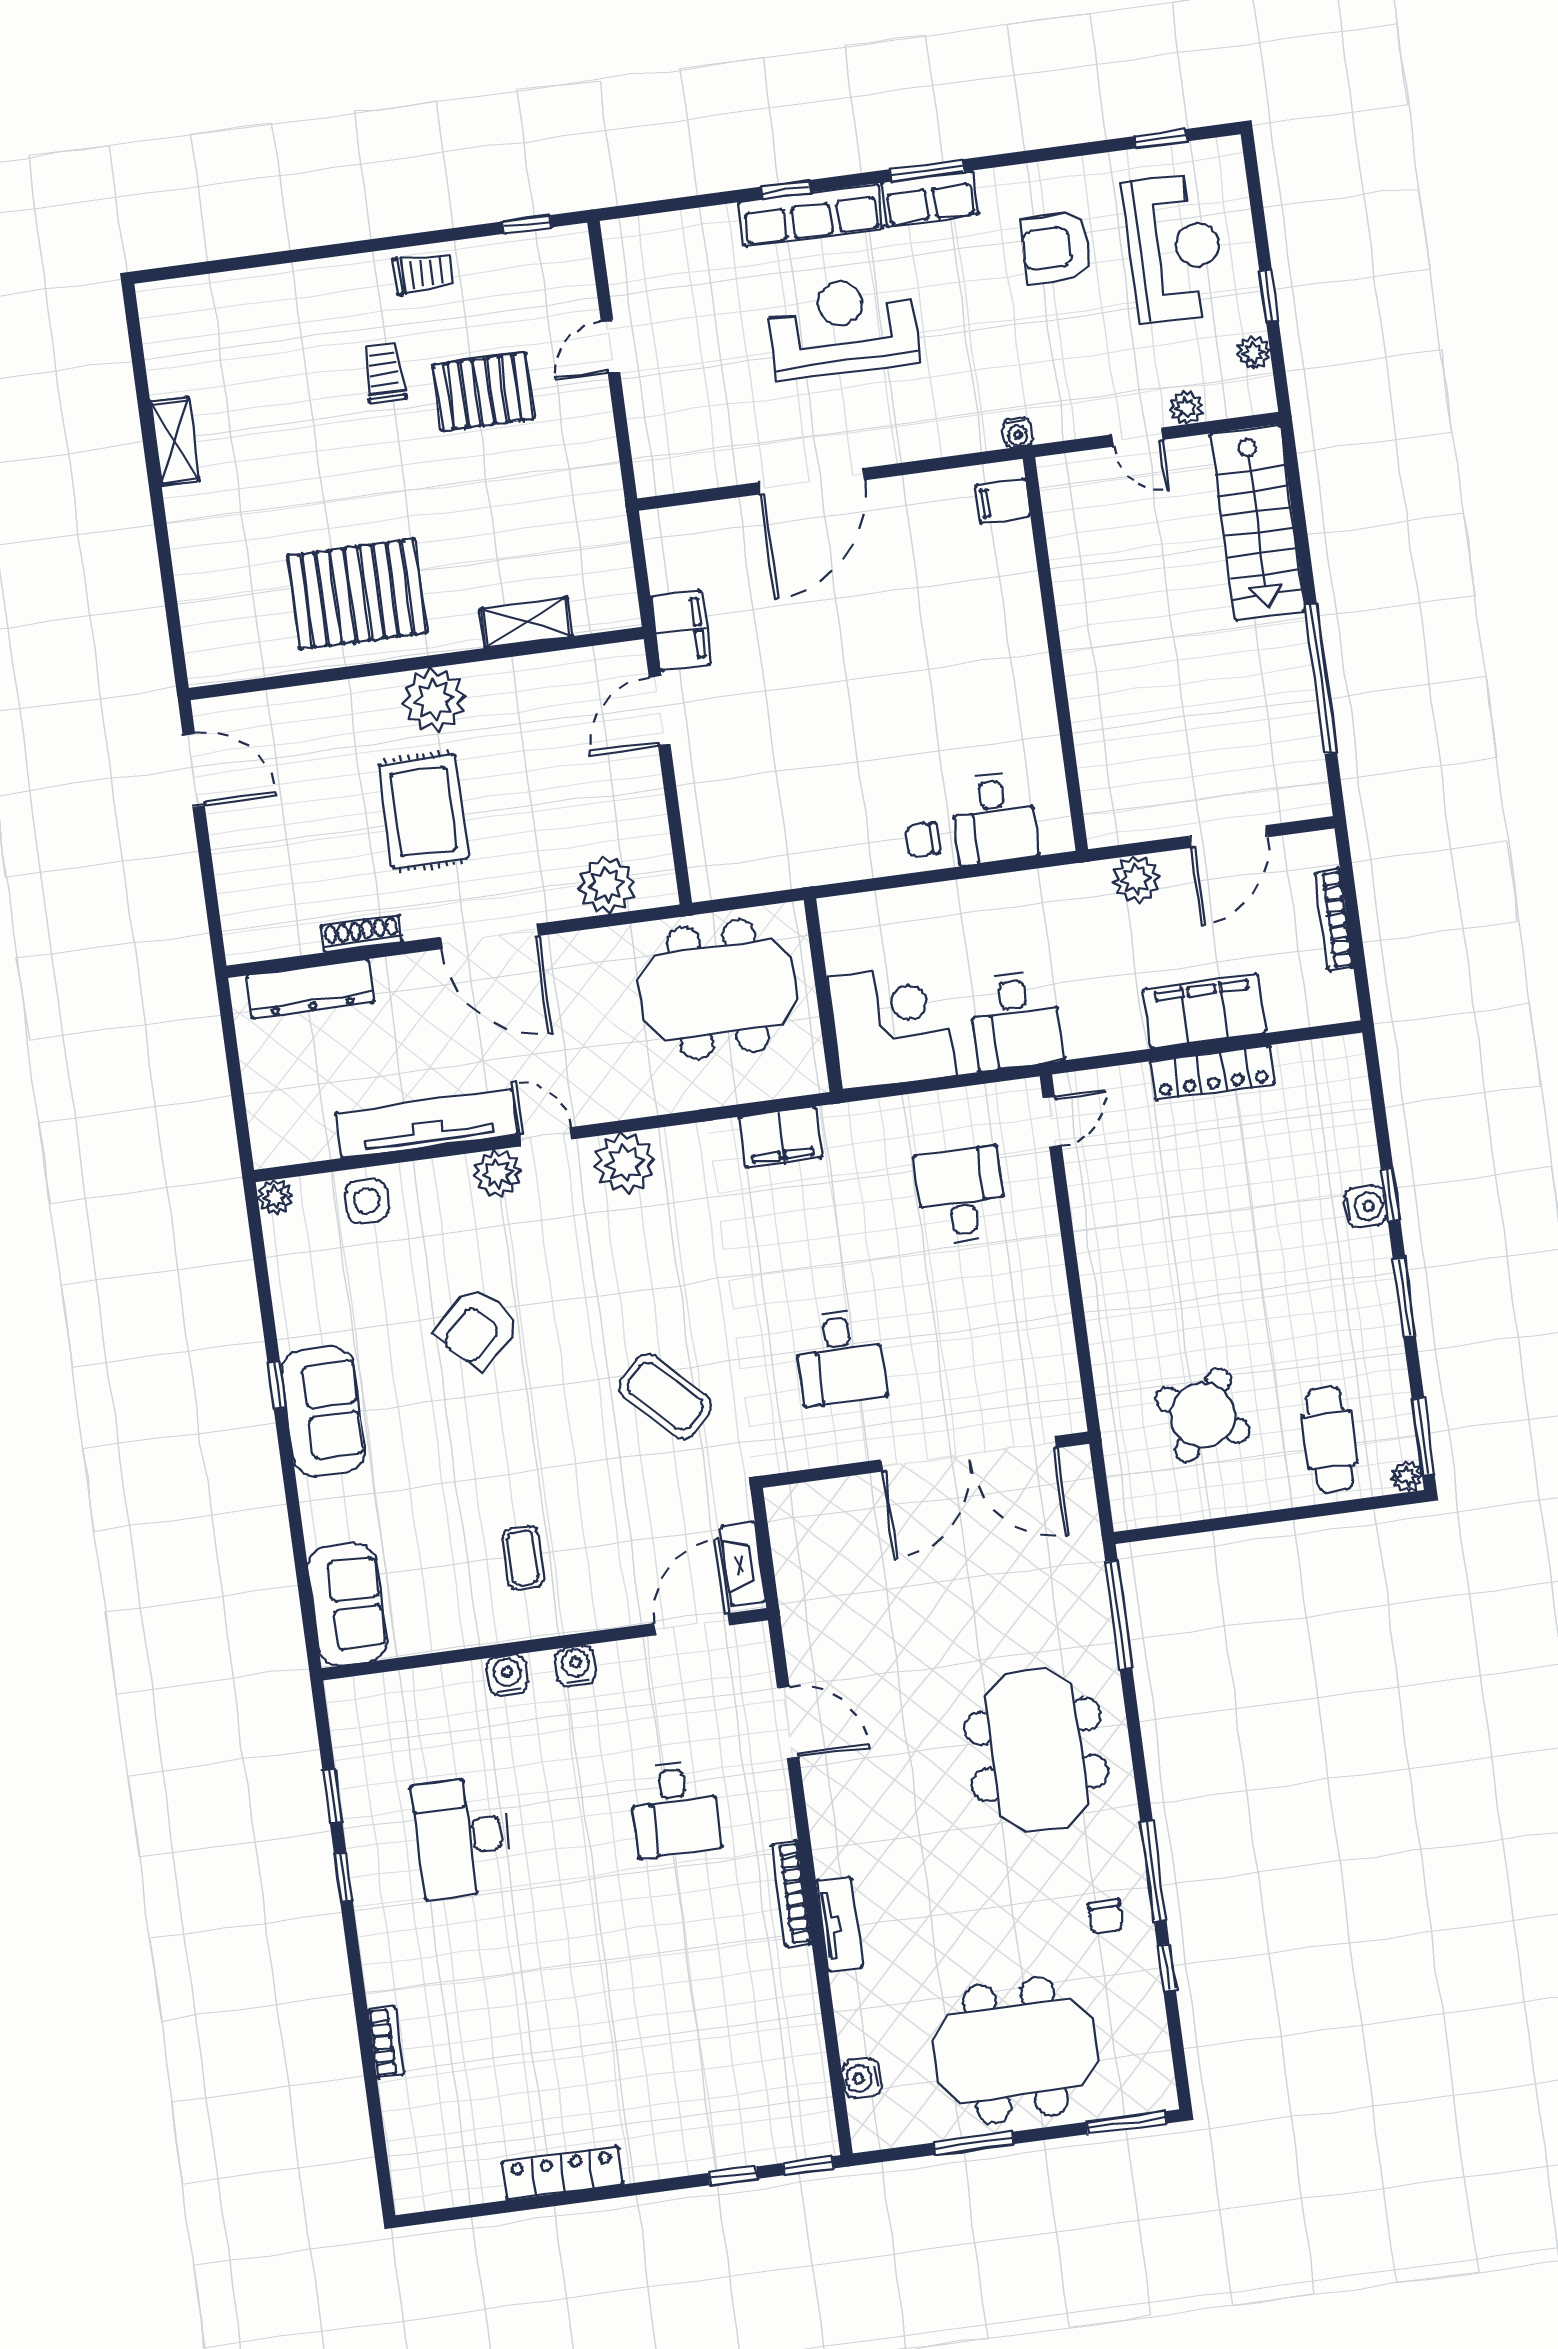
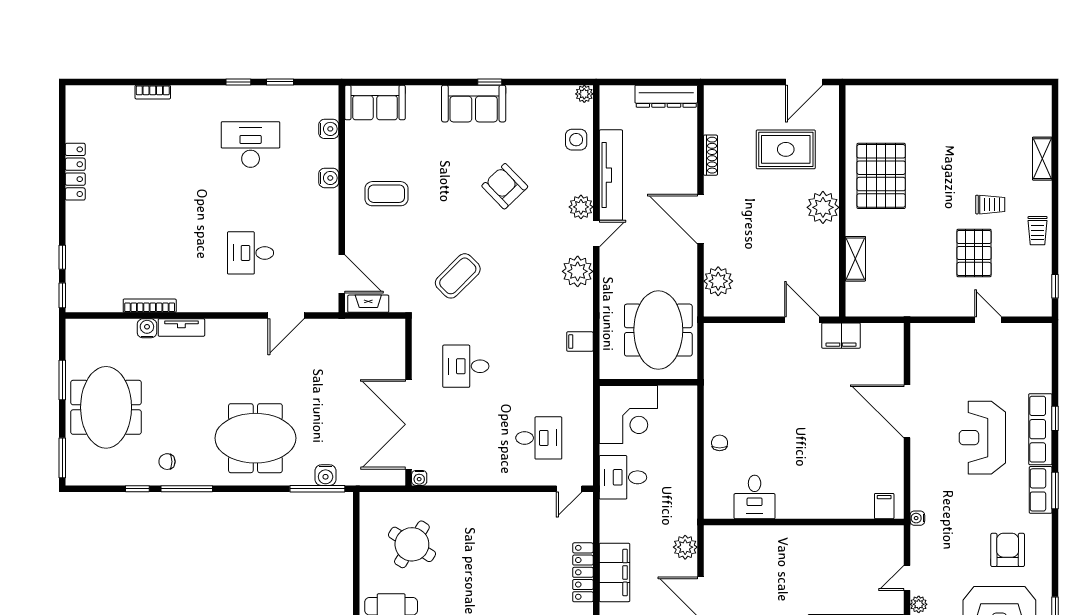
reception desk: (843, 327) -> (982, 438), turned 180
shelving: (175, 441) -> (1042, 159), moved, turned 90
rug: (424, 811) -> (786, 149), moved
desk: (994, 818) -> (755, 497), moved, turned -90
door: (490, 936) -> (700, 219), hinge flipped
dresser: (310, 989) -> (666, 96), moved, turned -90
door: (1052, 1122) -> (569, 489), hinge flipped
filing cabinet: (780, 1137) -> (580, 342), width x0.50
water cooler: (1071, 1419) -> (419, 478), added
coffee table: (523, 1558) -> (386, 194), width x1.36, depth x1.30
water cooler: (1090, 1603) -> (326, 475), added
water cooler: (576, 1666) -> (329, 129), moved
bookcase: (792, 1894) -> (150, 306), moved
water cooler: (862, 2078) -> (147, 328), moved

